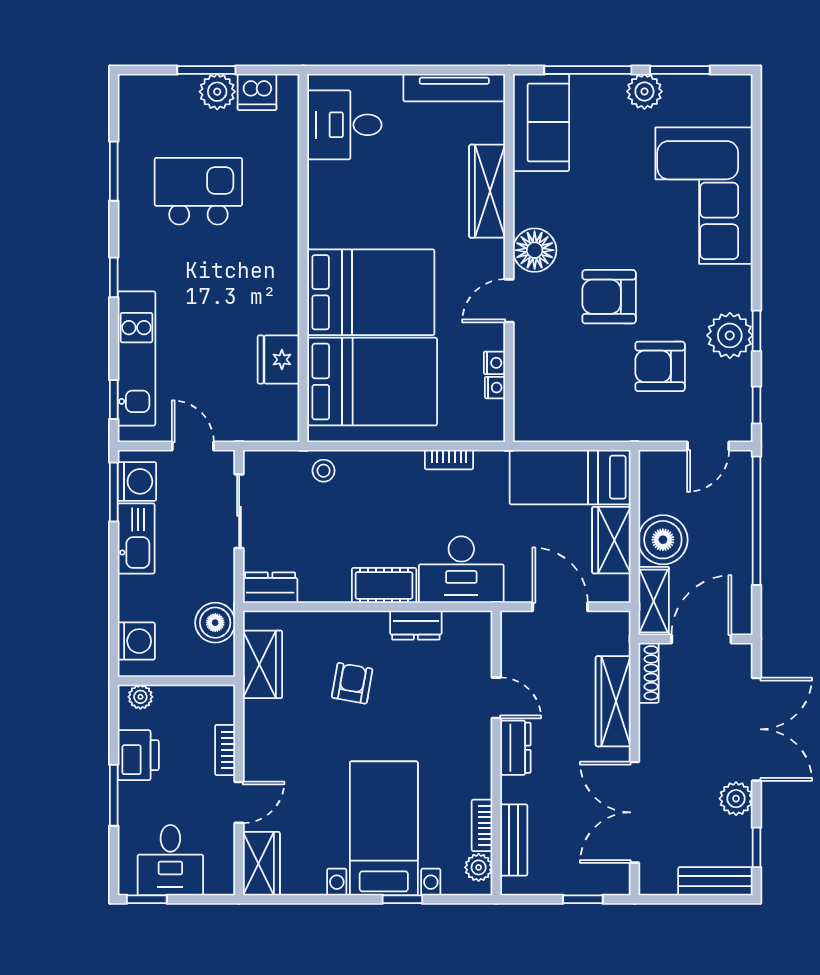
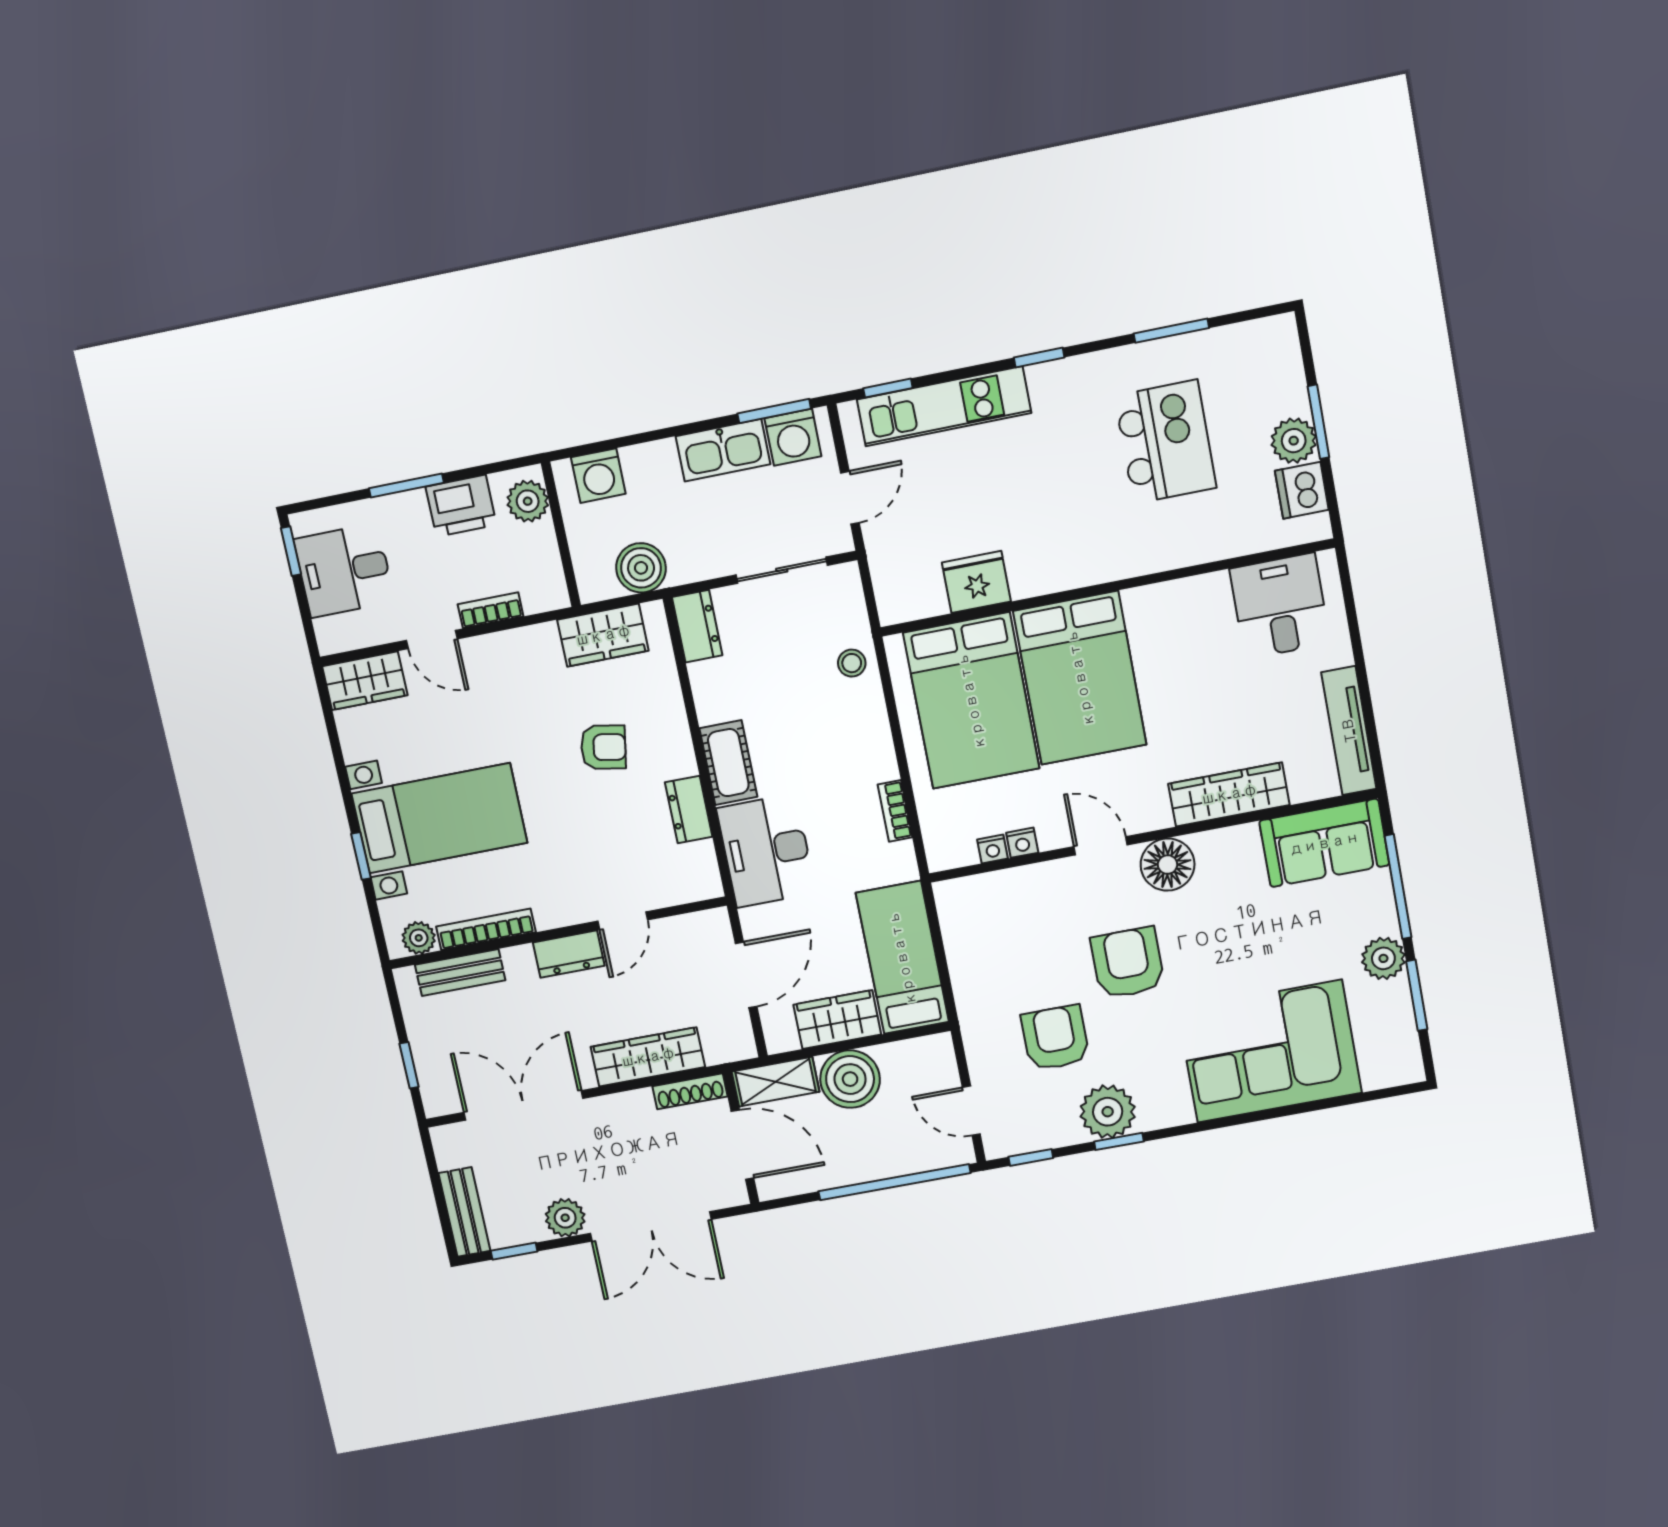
plant: (140, 697) -> (528, 501), width x1.38, depth x1.38
bookcase: (482, 825) -> (486, 929), width x1.56

